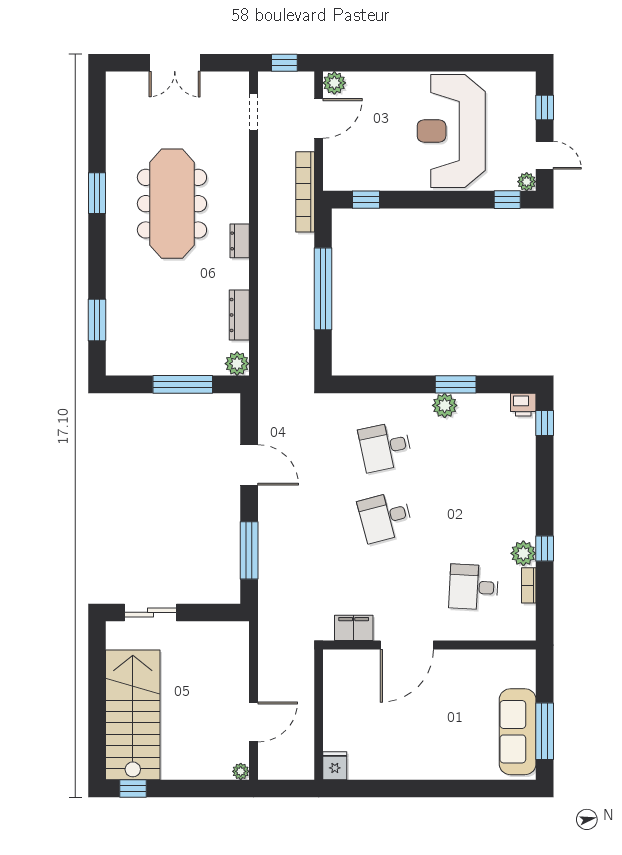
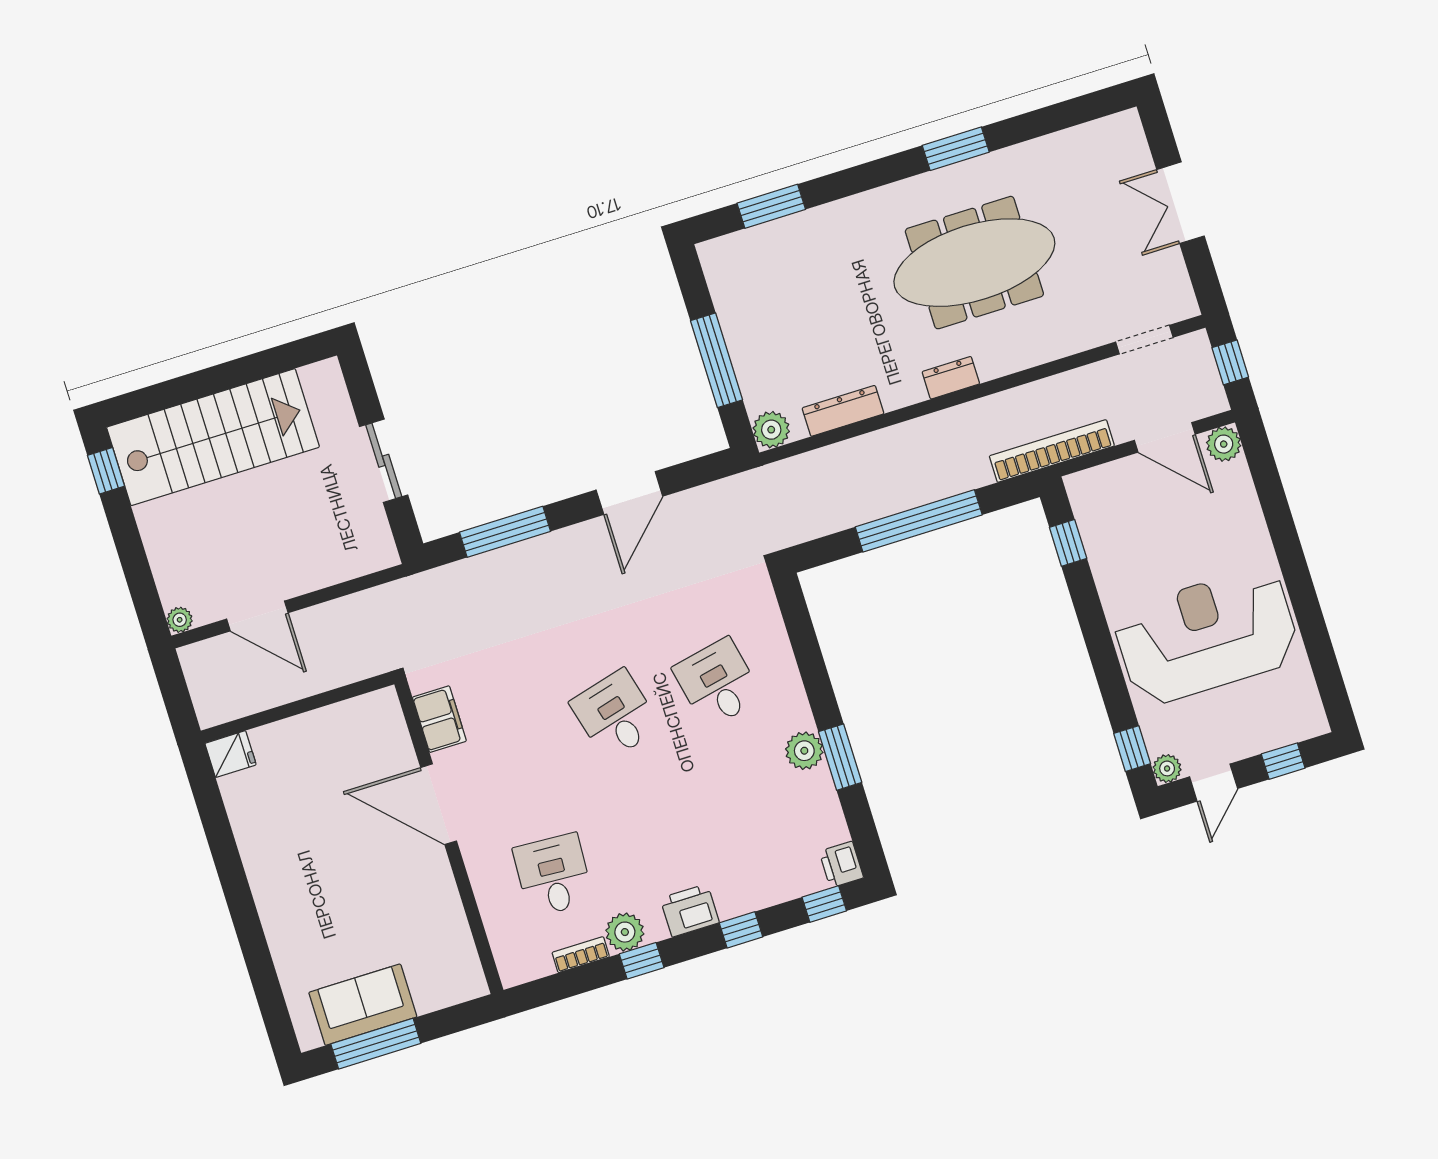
window: (545, 480) -> (741, 930), added
printer: (522, 508) -> (690, 910), added
sliding door: (151, 612) -> (384, 461), moved
sofa: (518, 732) -> (363, 1005), width x0.73

